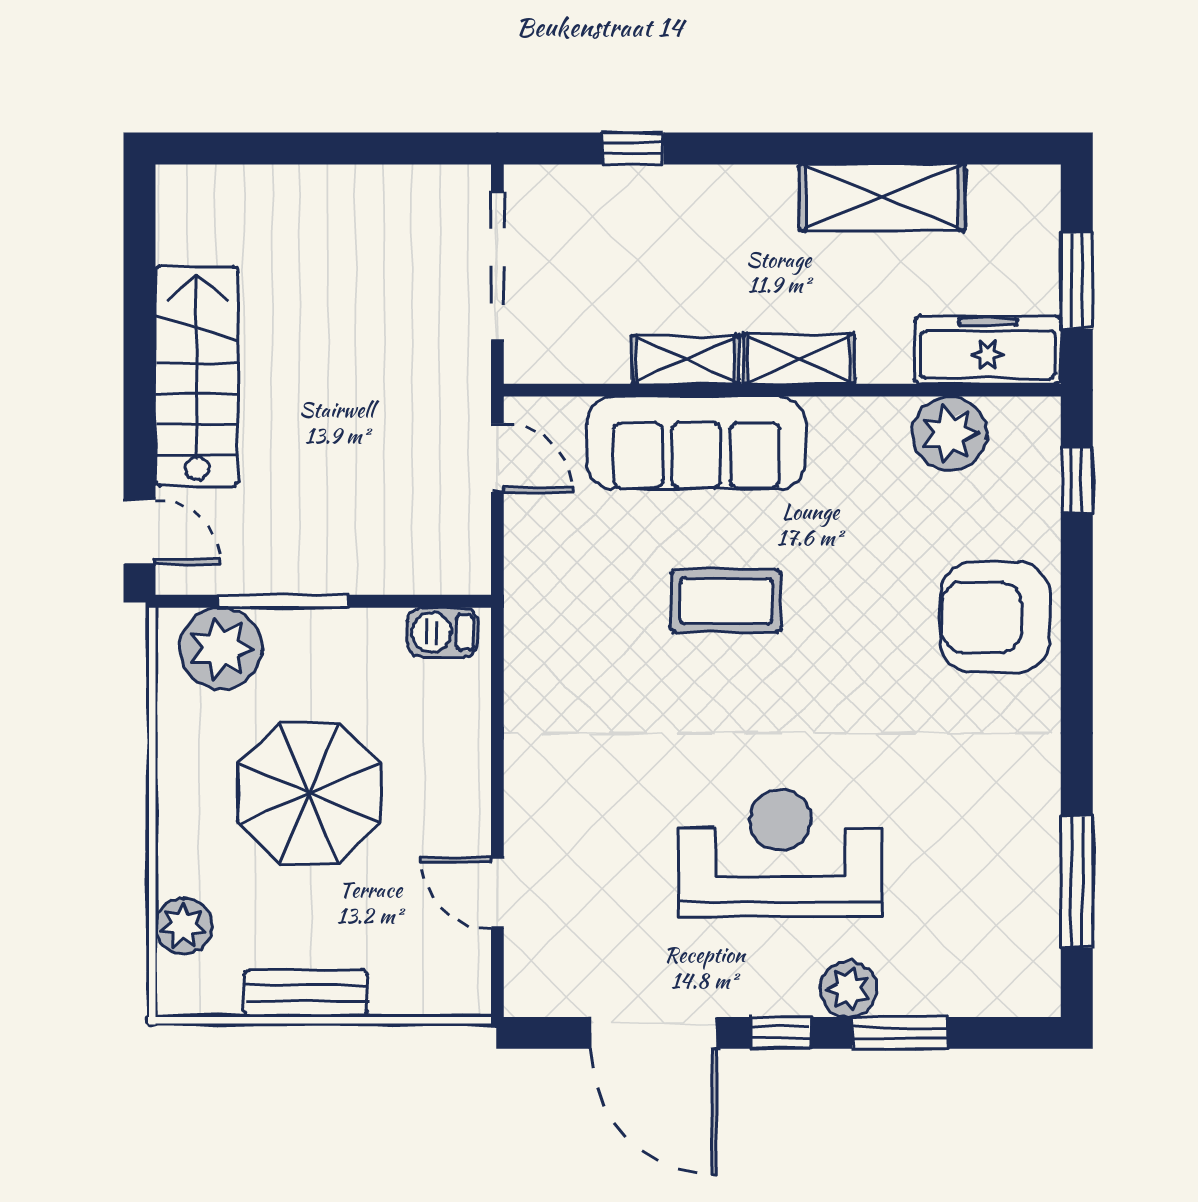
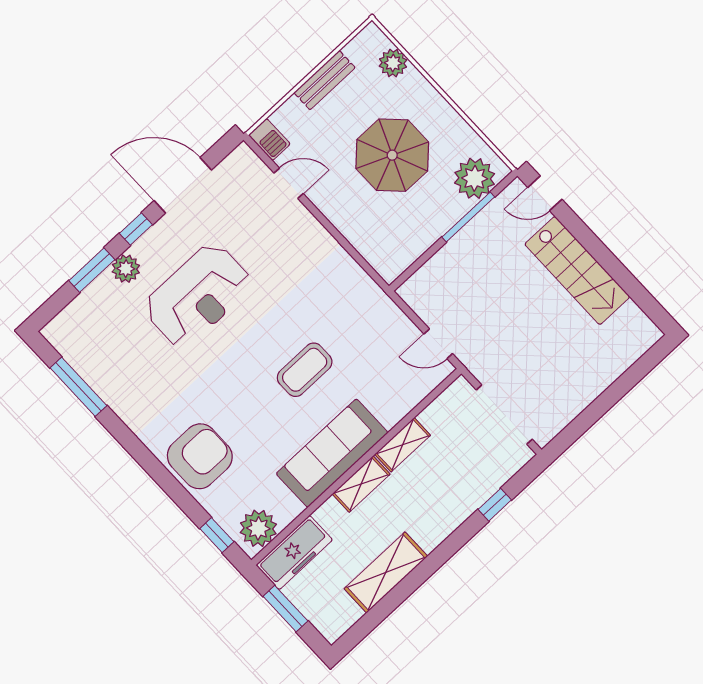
plant: (950, 434) -> (258, 528), moved
sofa: (696, 443) -> (332, 453), moved
barbecue: (443, 632) -> (269, 140), moved, turned 90

